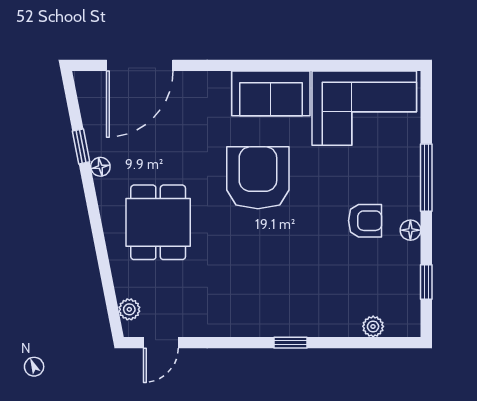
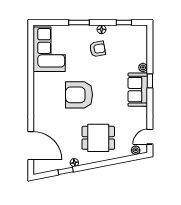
sofa: (271, 93) -> (138, 90), moved, turned 180
window: (426, 178) -> (79, 23), width x0.69
armchair: (365, 221) -> (98, 49), turned 80
plant: (373, 326) -> (143, 67), moved
door: (161, 343) -> (150, 137), swing flipped

